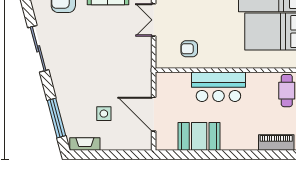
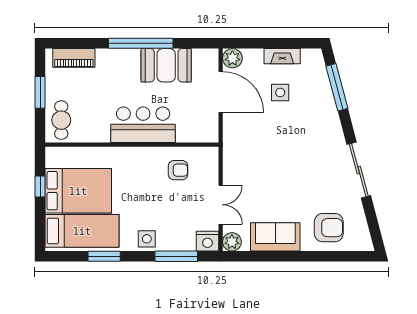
plant: (144, 142) -> (232, 58), added
fireplace: (85, 144) -> (282, 56), moved
window: (220, 155) -> (141, 43), added

